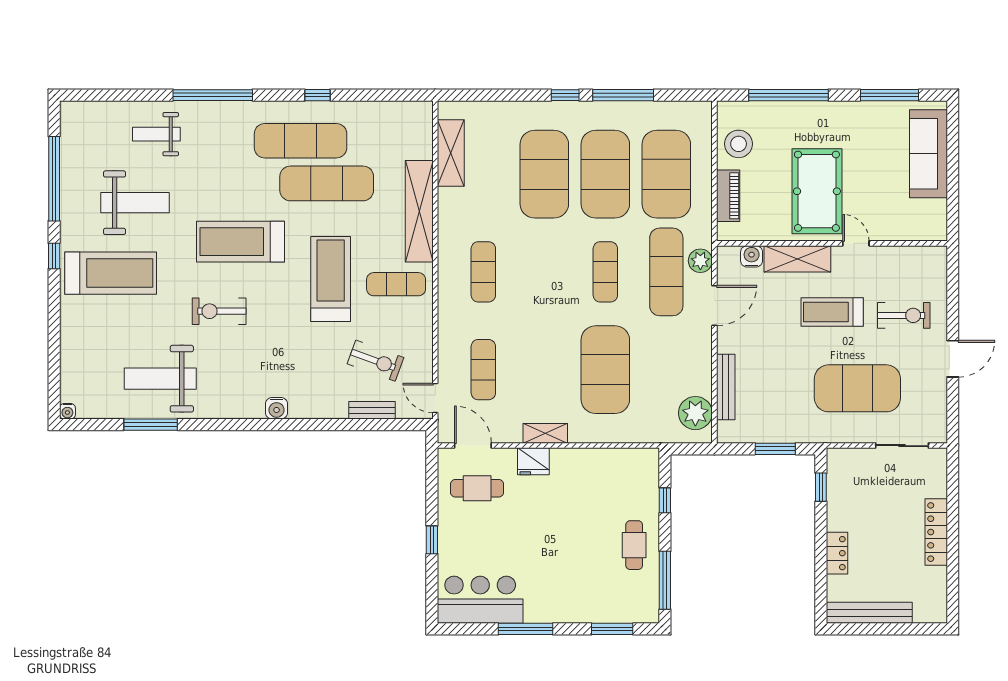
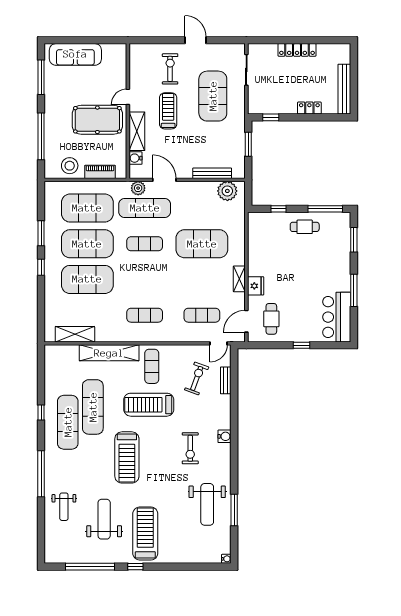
window: (623, 95) -> (41, 233), width x0.69
exercise bike: (219, 311) -> (190, 448), moved
treadmill: (832, 312) -> (168, 111), turned 180

